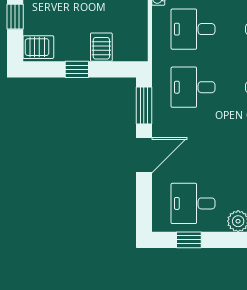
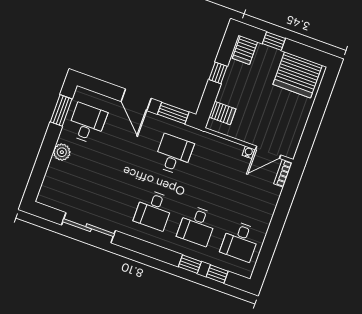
desk: (193, 29) -> (217, 170), removed
server rack: (101, 47) -> (222, 113), moved
window: (189, 240) -> (61, 110), width x1.50

